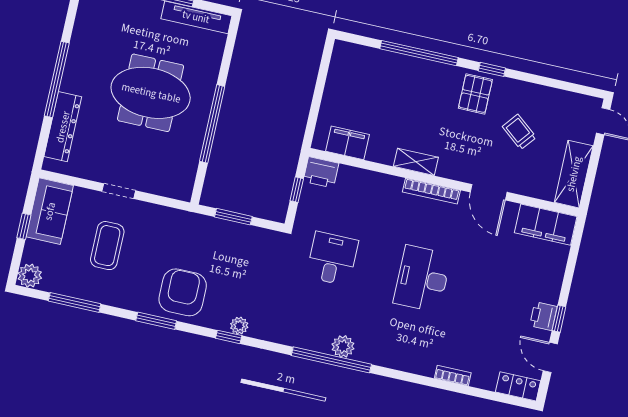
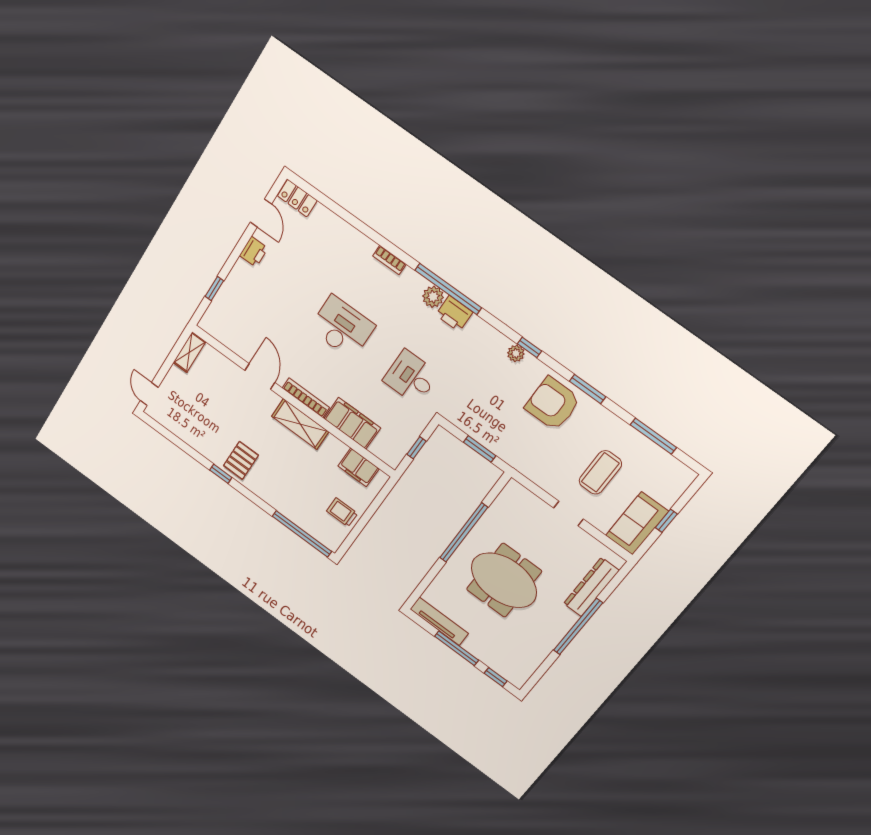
window: (419, 53) -> (302, 534), moved
trolley: (519, 132) -> (342, 512), moved, turned 141
shelving: (416, 162) -> (300, 424), width x1.50, depth x1.33
printer: (321, 172) -> (454, 314), moved, turned 180
shelving: (574, 174) -> (189, 352), width x0.67, depth x0.75
filing cabinet: (546, 225) -> (352, 423), moved
desk: (332, 259) -> (411, 377), turned 90
plant: (30, 276) -> (682, 477), removed
desk: (422, 279) -> (342, 327), turned -90
armchair: (183, 292) -> (553, 404), turned 90
window: (559, 319) -> (214, 289), moved
bookcase: (453, 376) -> (389, 260), moved

